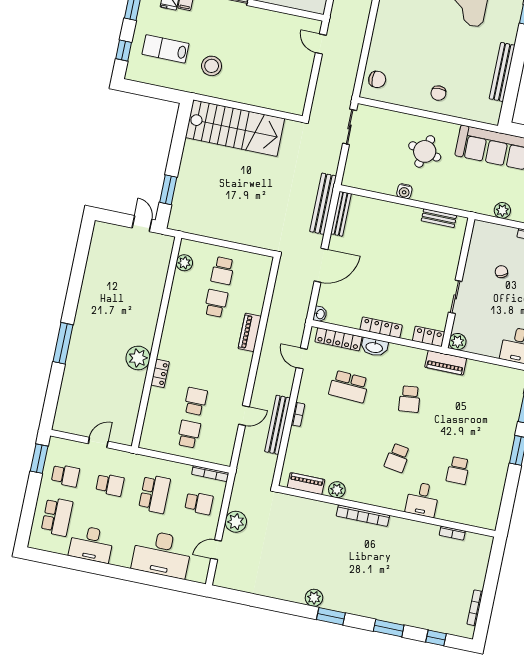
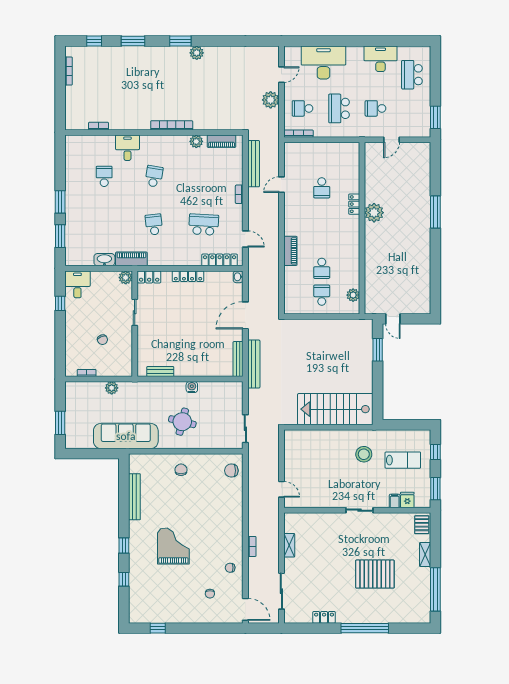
washbasin: (374, 347) -> (104, 260), moved
bench: (277, 425) -> (254, 164), moved
school desk: (189, 434) -> (322, 161), removed
school desk: (65, 475) -> (412, 108), removed

